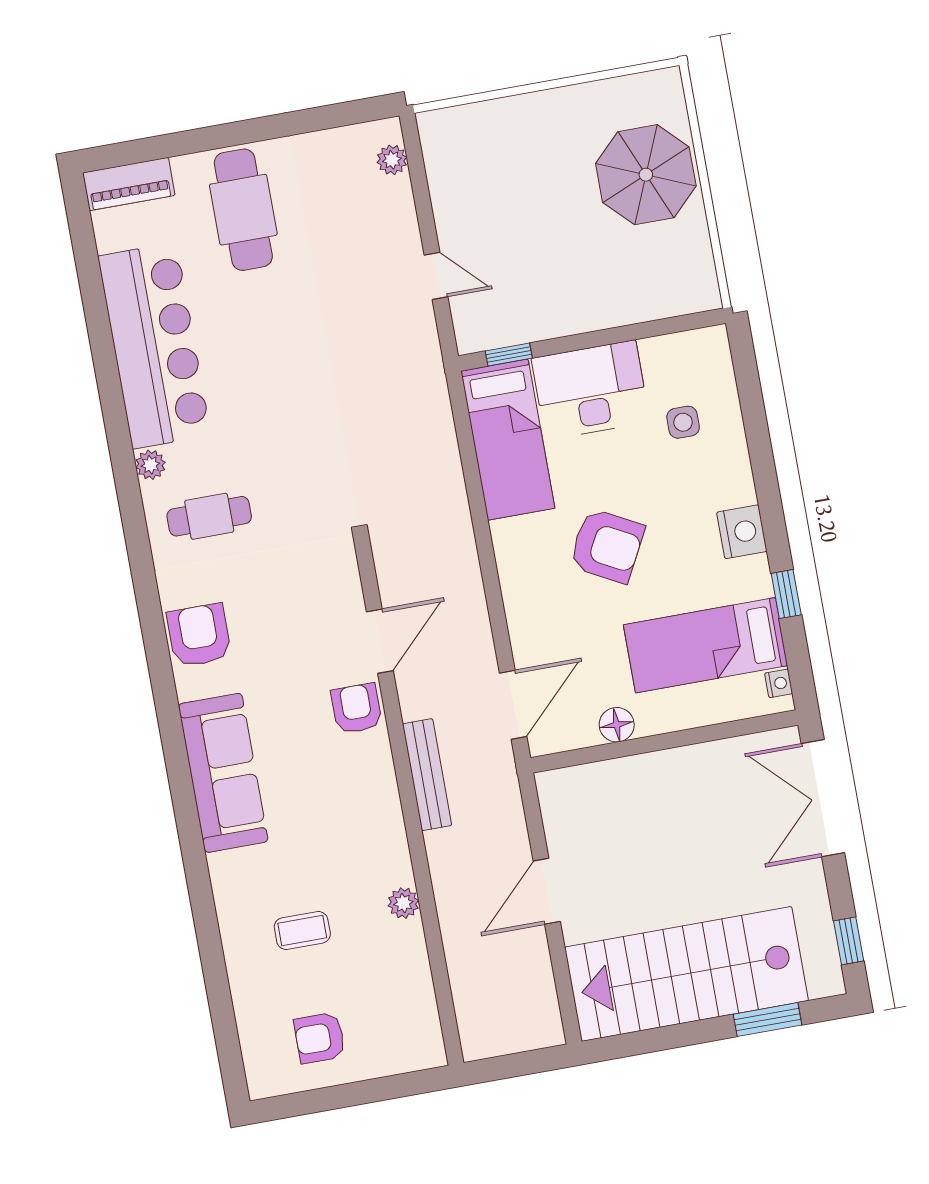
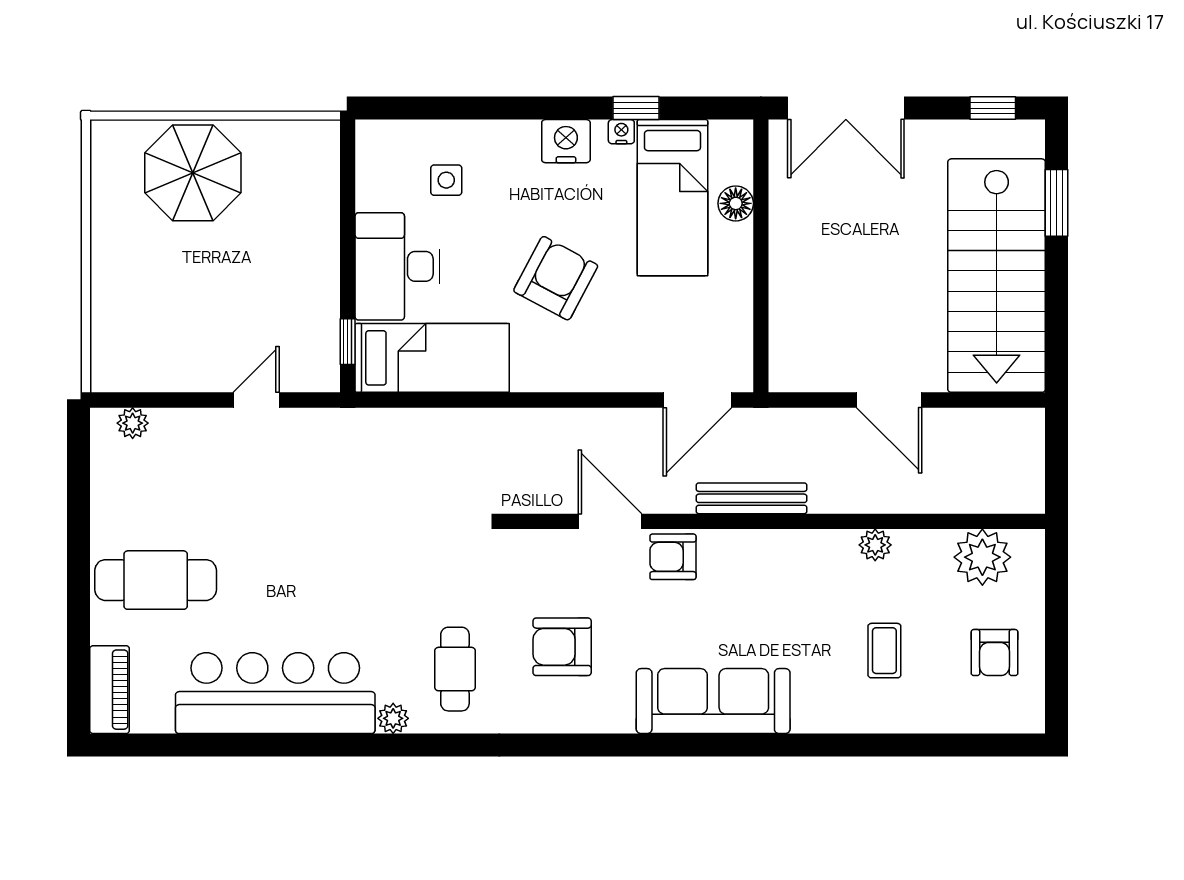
armchair: (199, 635) -> (562, 647), moved
nightstand: (779, 683) -> (621, 132), moved
door: (513, 705) -> (697, 400), swing flipped
floor lamp: (617, 725) -> (736, 203), moved
plant: (410, 1009) -> (982, 557), added

